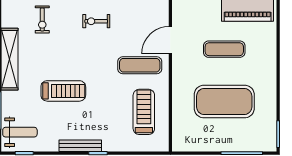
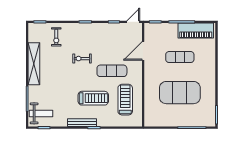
exercise bike: (96, 21) -> (82, 59), moved
exercise mat: (140, 65) -> (112, 71), moved
treadmill: (63, 91) -> (93, 98), moved

